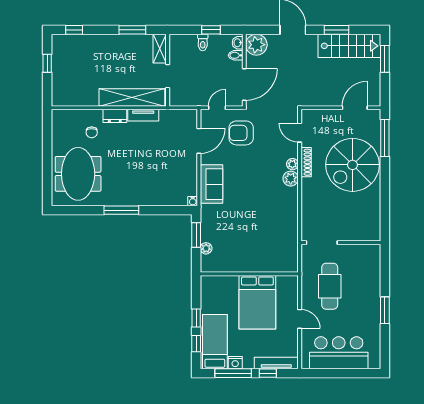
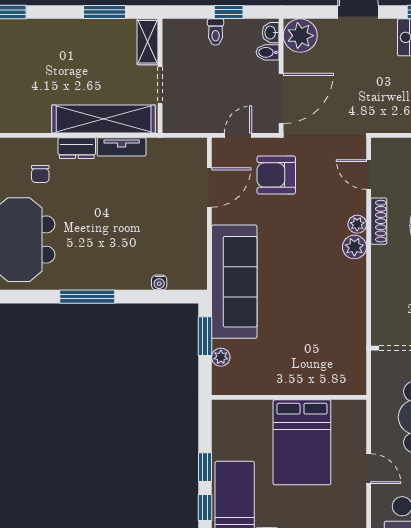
sofa: (212, 184) -> (234, 282), width x1.85, depth x1.27
water cooler: (193, 201) -> (159, 282), moved

